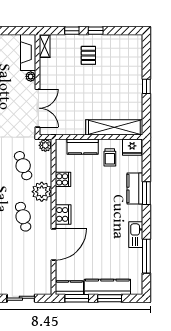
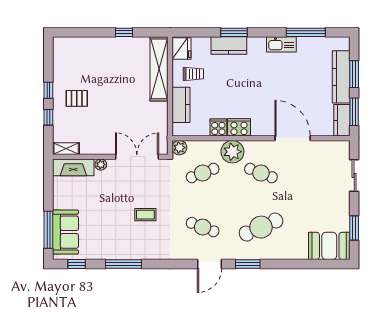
window: (146, 86) -> (124, 32), moved
cooker: (63, 214) -> (239, 127), moved
cafe table: (23, 217) -> (261, 173), turned 36

